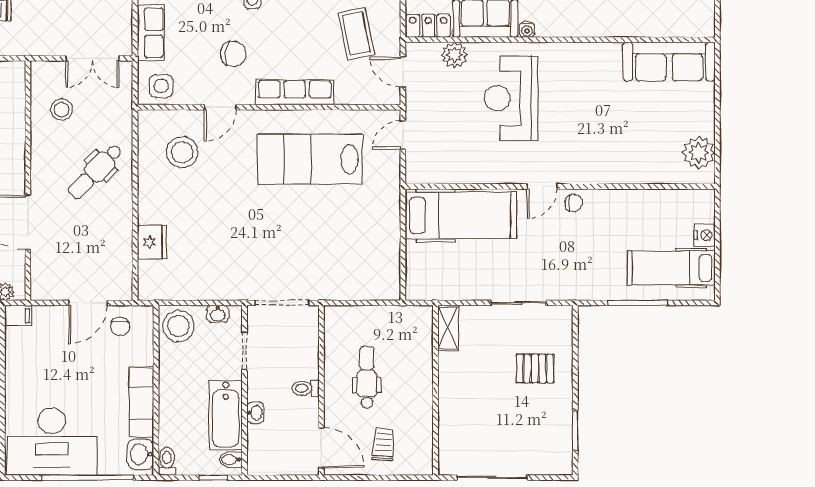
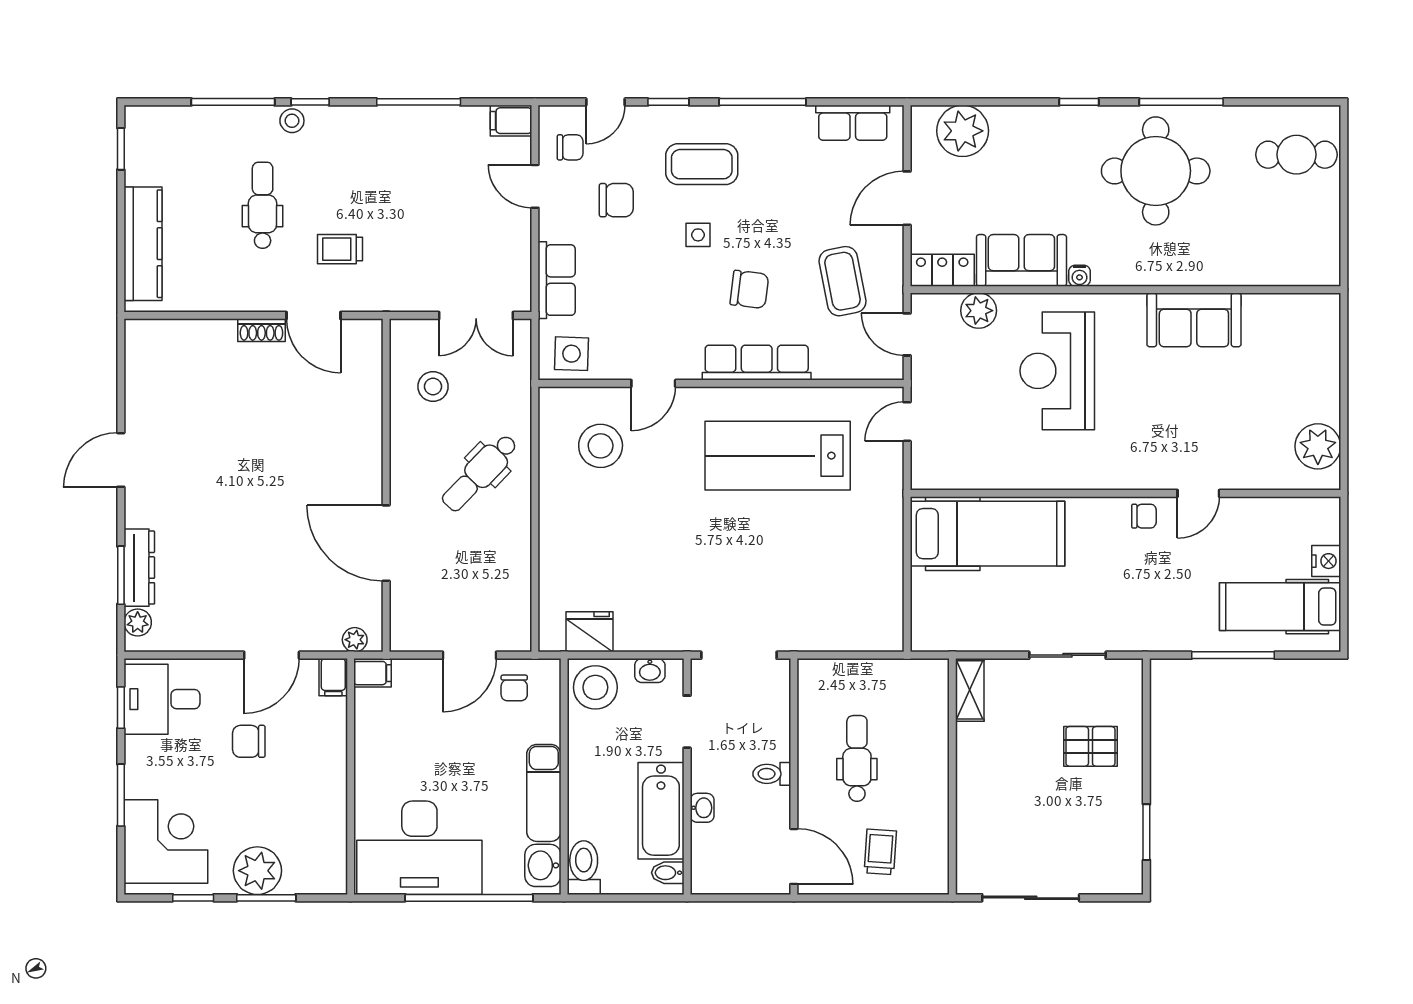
chair: (233, 54) -> (749, 289), moved
sofa: (669, 62) -> (1194, 320), moved, width x0.73
door: (542, 186) -> (1198, 493), moved
fridge: (152, 242) -> (589, 632), moved, turned -90
toilet: (167, 461) -> (584, 868), width x1.37, depth x1.39
window: (213, 478) -> (643, 898), removed

